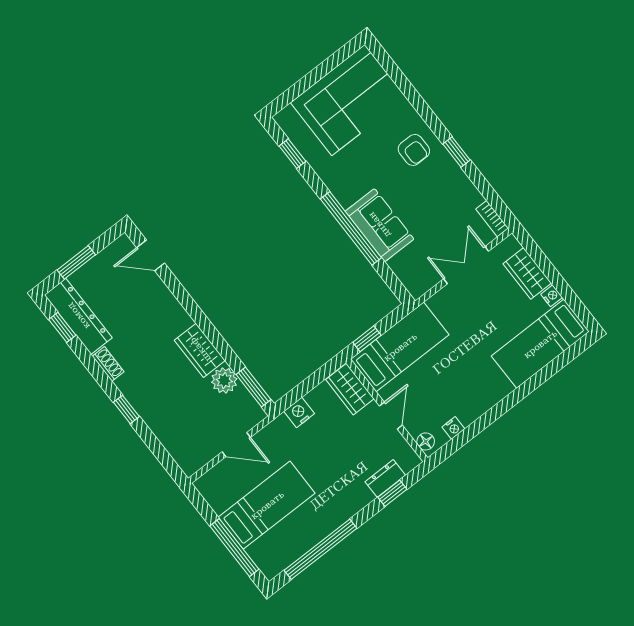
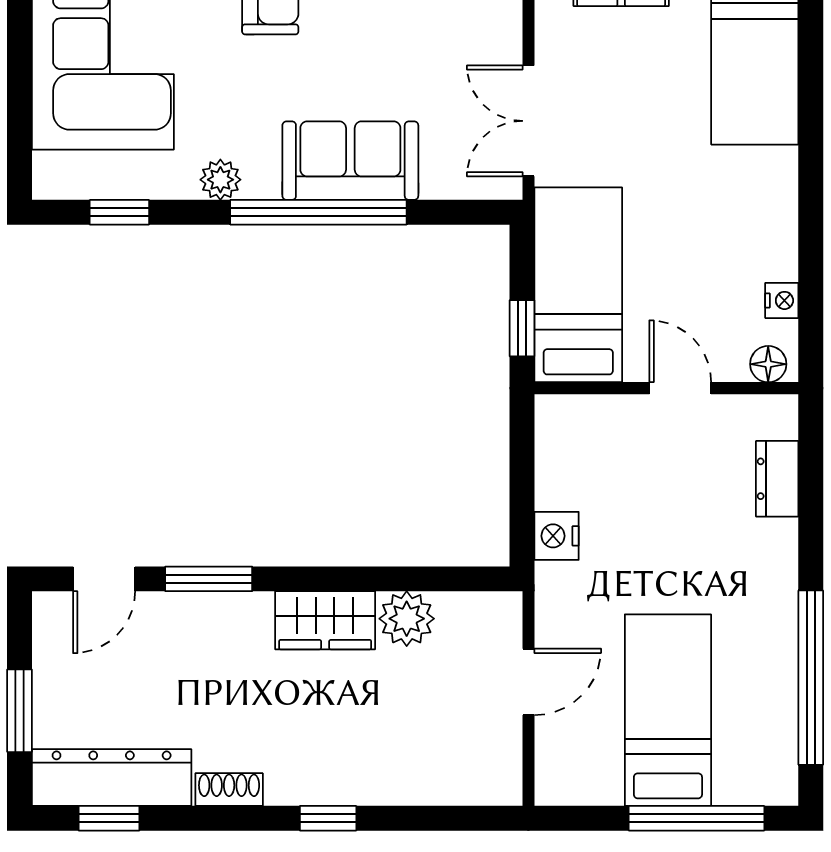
plant: (334, 182) -> (220, 180), added
double door: (466, 265) -> (528, 121), moved
window: (253, 387) -> (209, 579), moved
wardrobe: (350, 389) -> (583, 422), removed
window: (392, 493) -> (811, 486), removed

